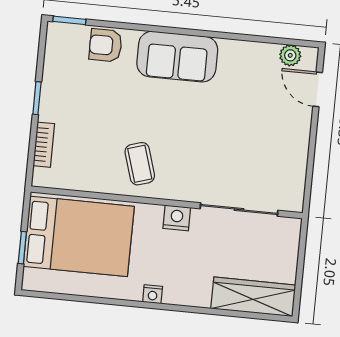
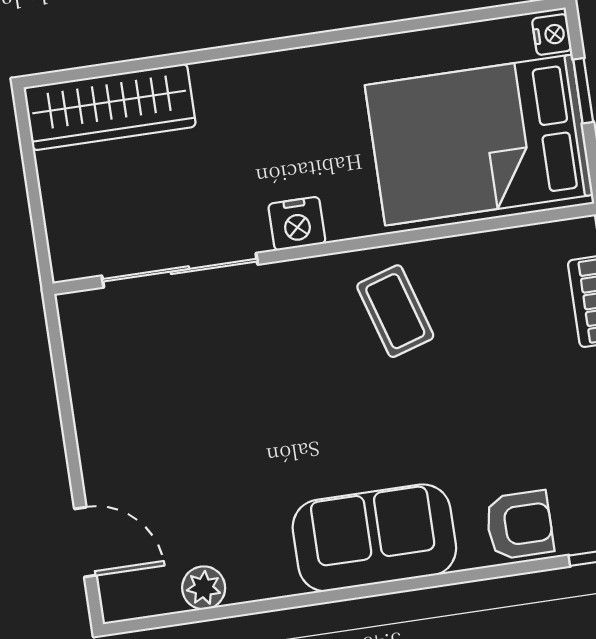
plant: (290, 55) -> (204, 588), moved
nightstand: (153, 294) -> (552, 34), moved, turned 90

